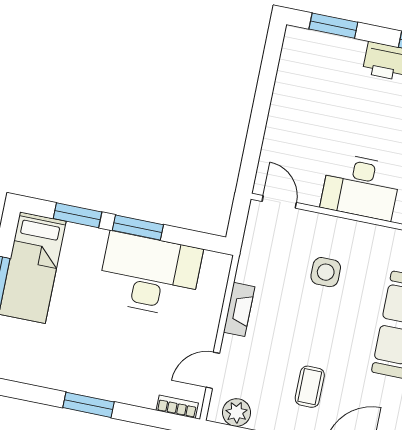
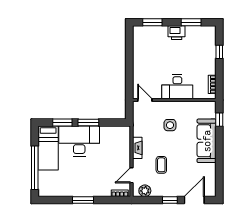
desk: (150, 275) -> (79, 141), moved
coffee table: (310, 387) -> (161, 165), moved

